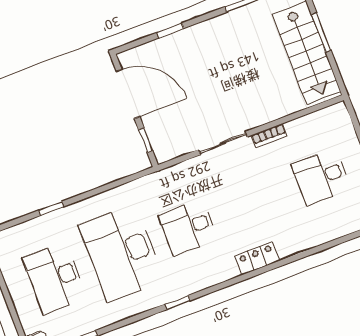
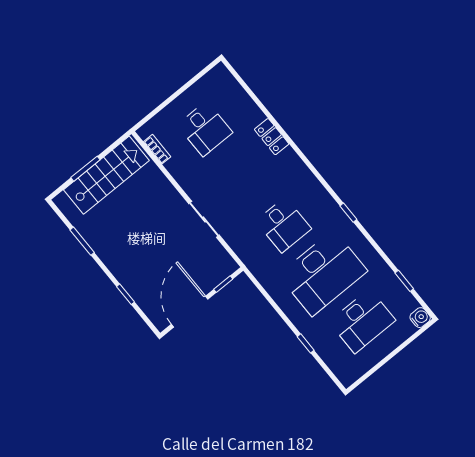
bookcase: (269, 136) -> (157, 149), moved
locker: (257, 258) -> (272, 137), moved

